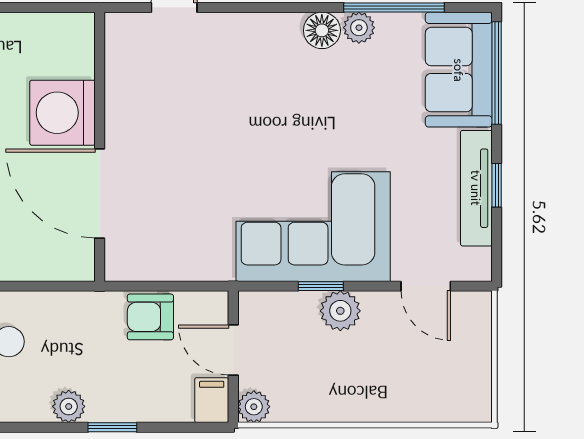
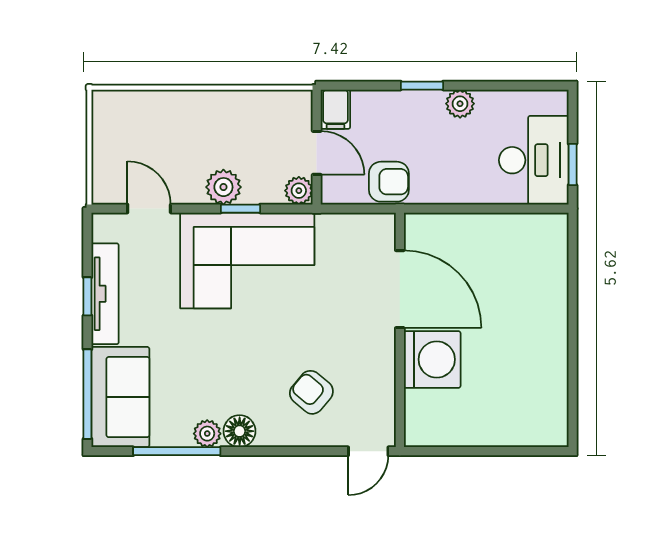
armchair: (239, 75) -> (311, 392), added
washing machine: (62, 113) -> (432, 359), moved
wall: (100, 147) -> (400, 330), moved
door: (100, 194) -> (400, 289), moved
plant: (254, 407) -> (299, 191), moved

